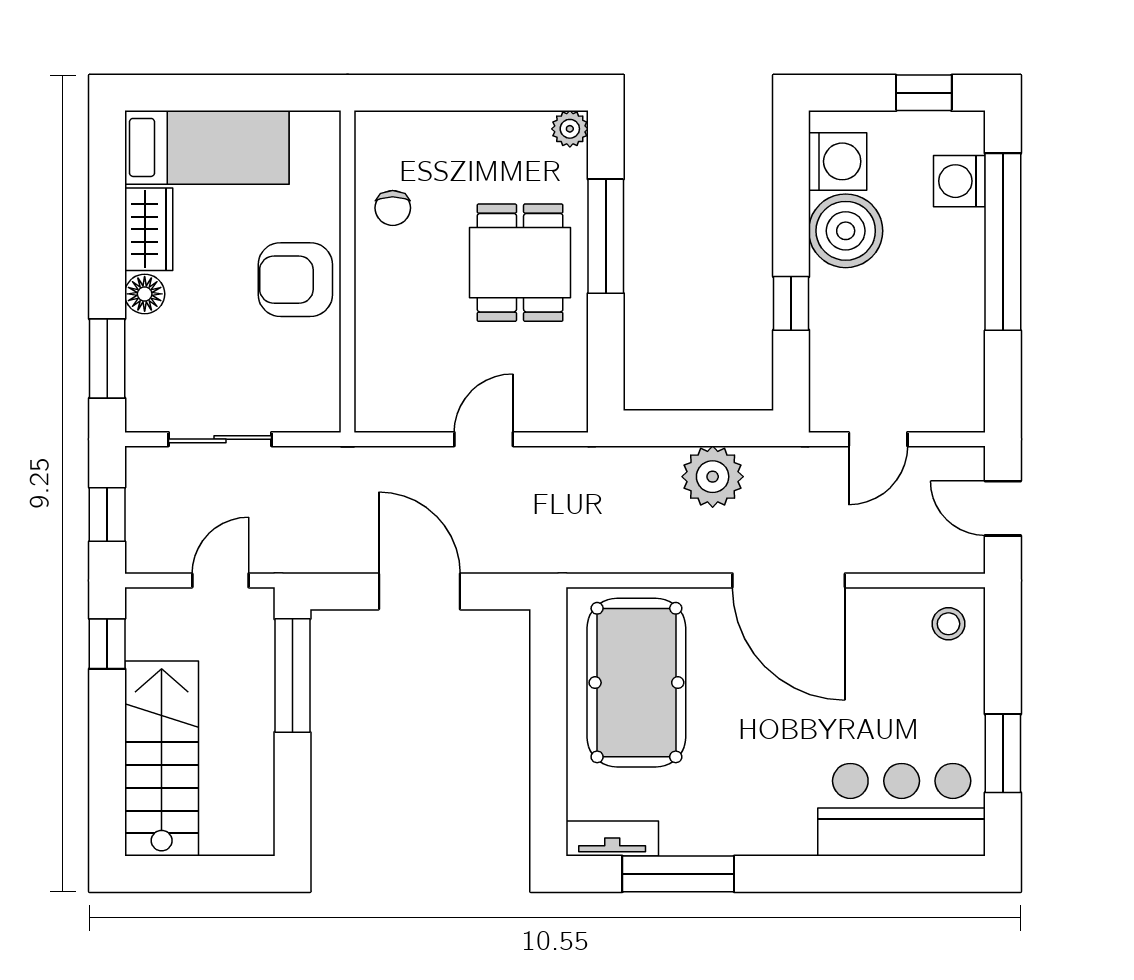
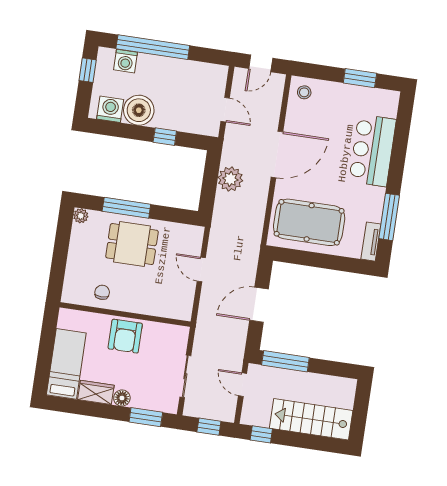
chair: (393, 208) -> (102, 292), turned -90
bar counter: (902, 810) -> (373, 150), moved

